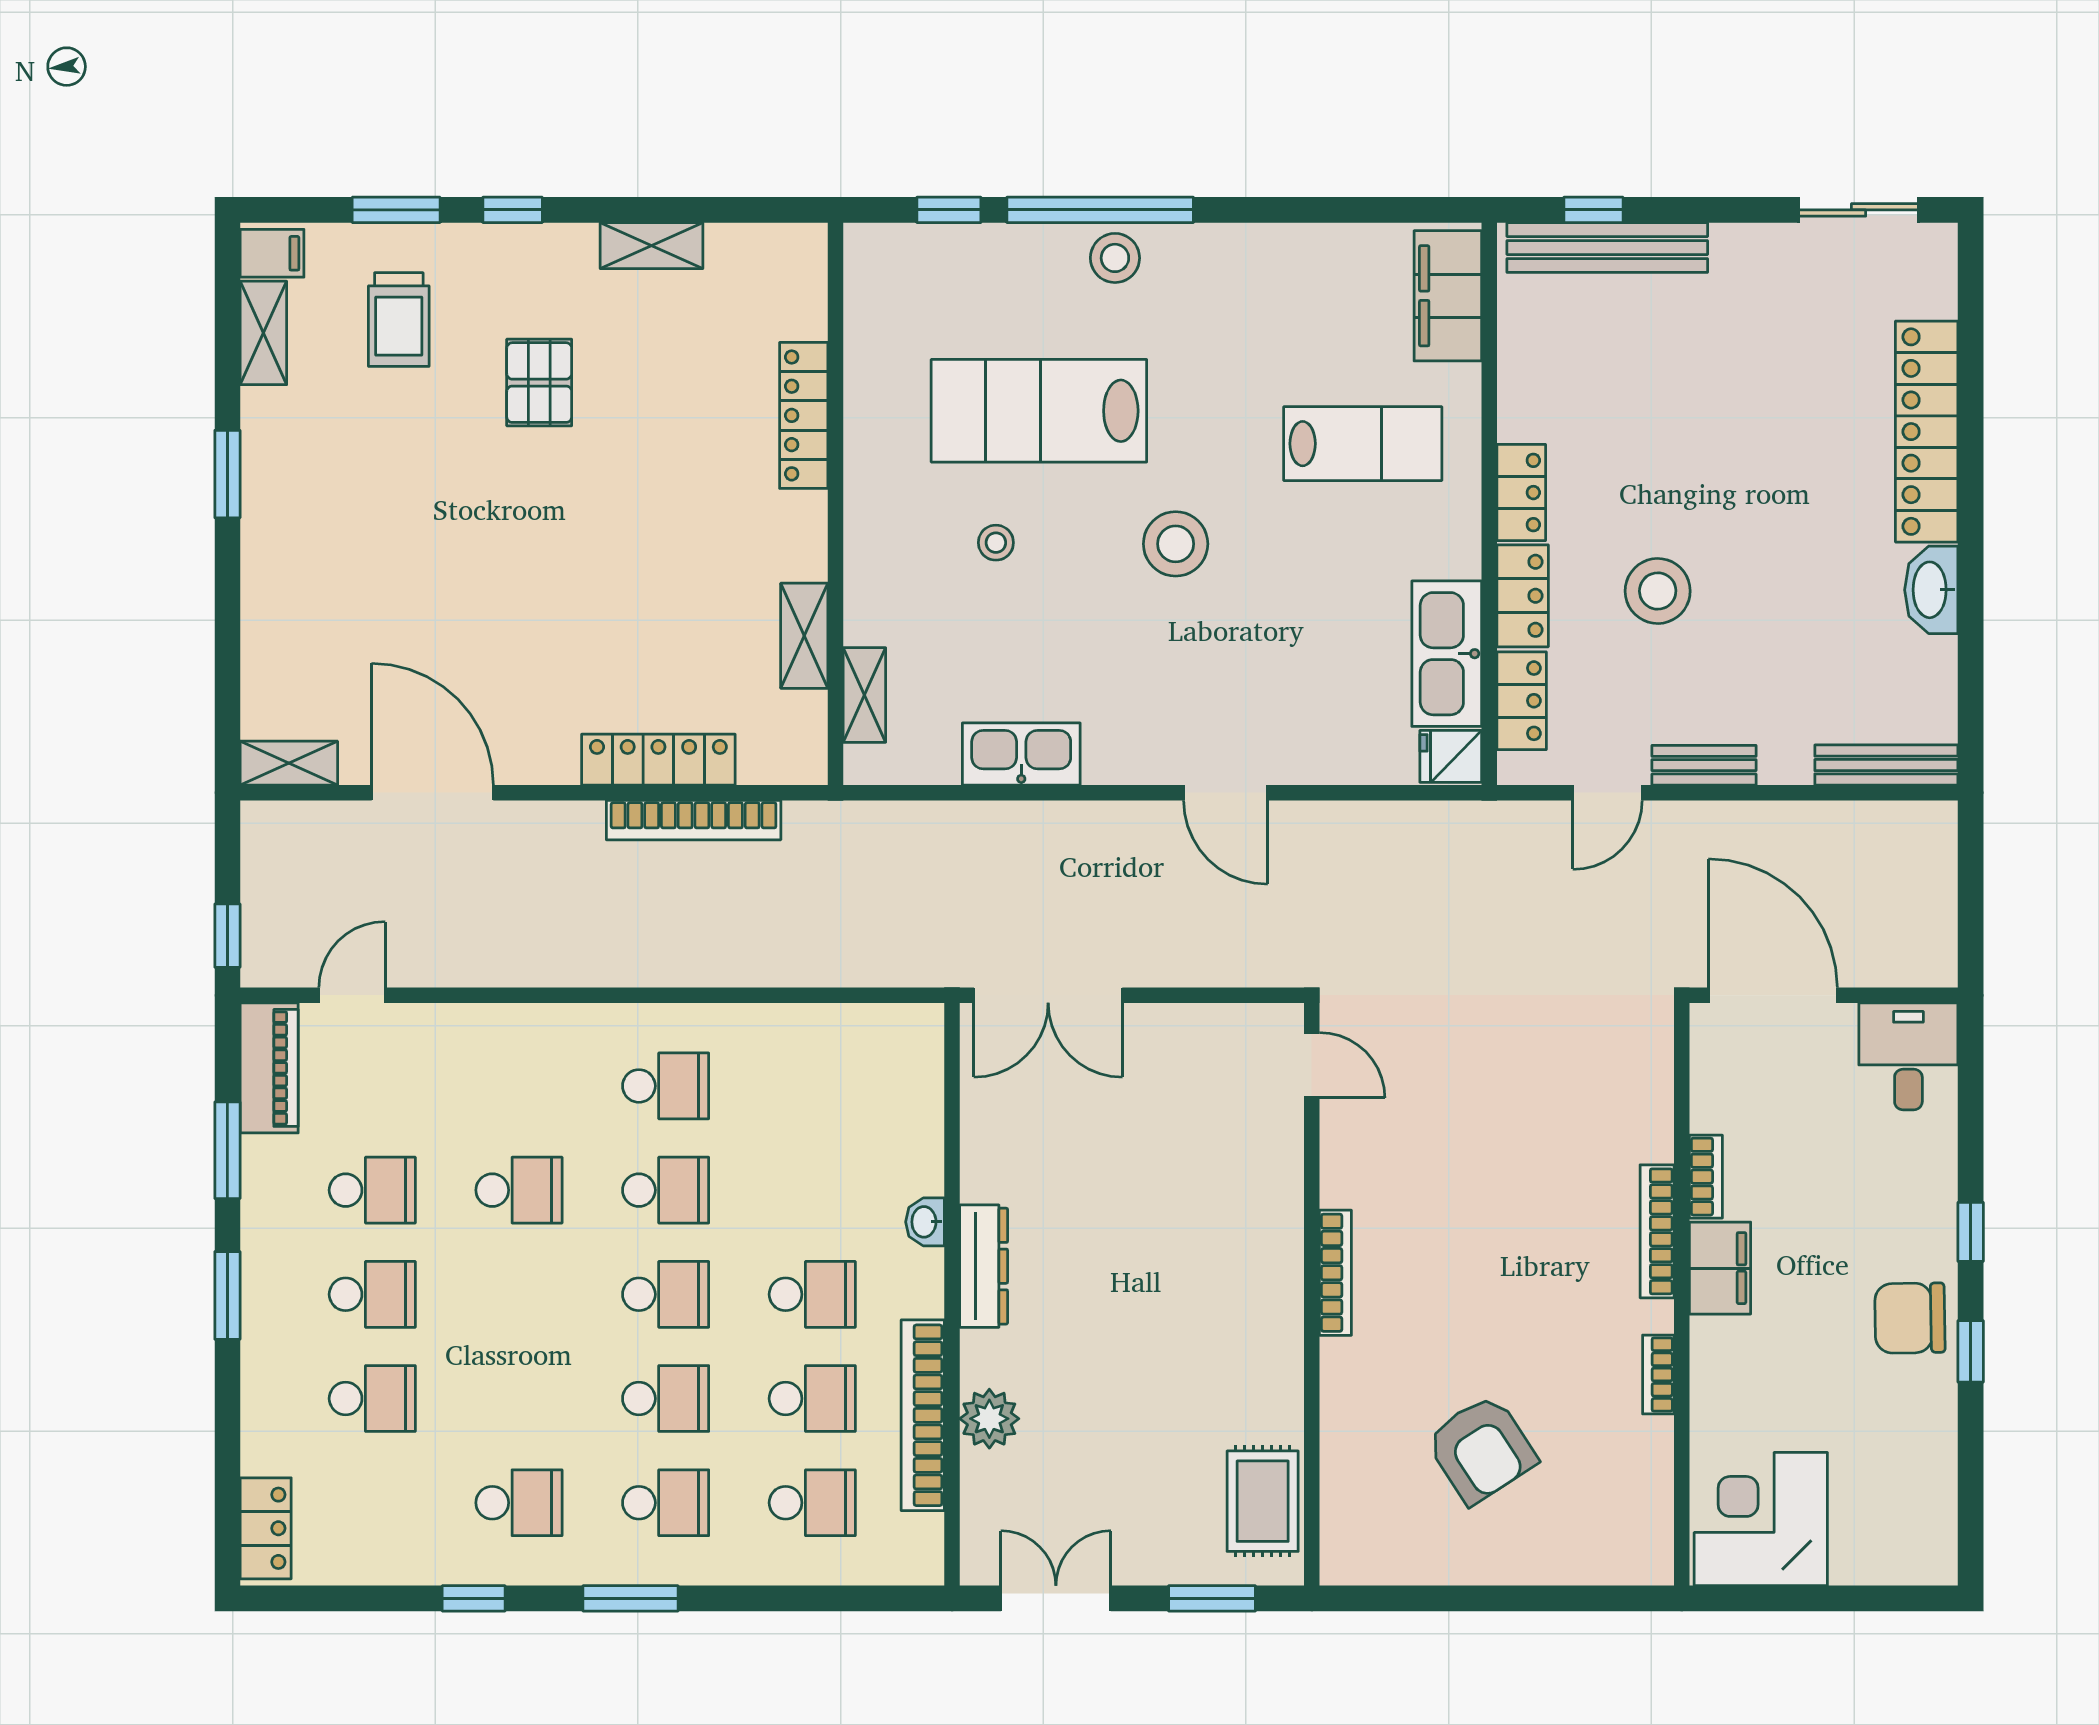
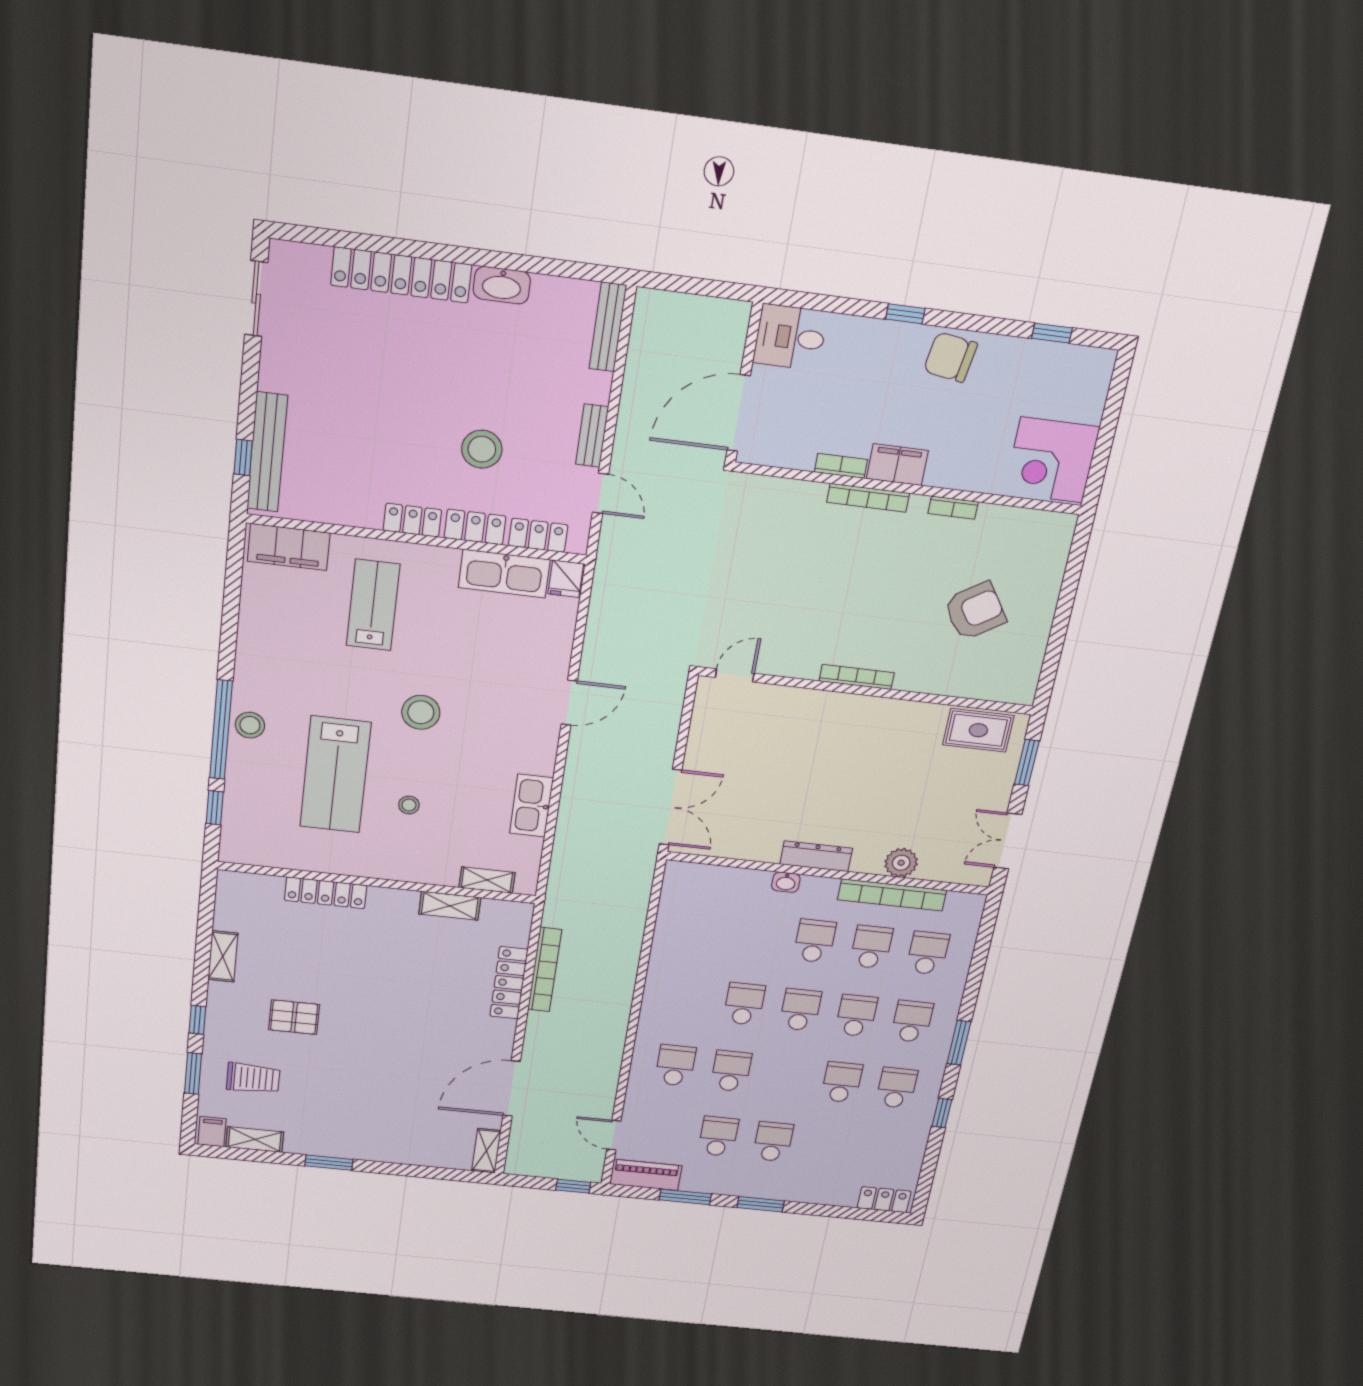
school desk: (666, 1086) -> (675, 1065), moved
chair: (1910, 1318) -> (950, 357), turned 100
window: (1971, 1351) -> (1052, 333), moved
school desk: (372, 1399) -> (842, 1082), moved

